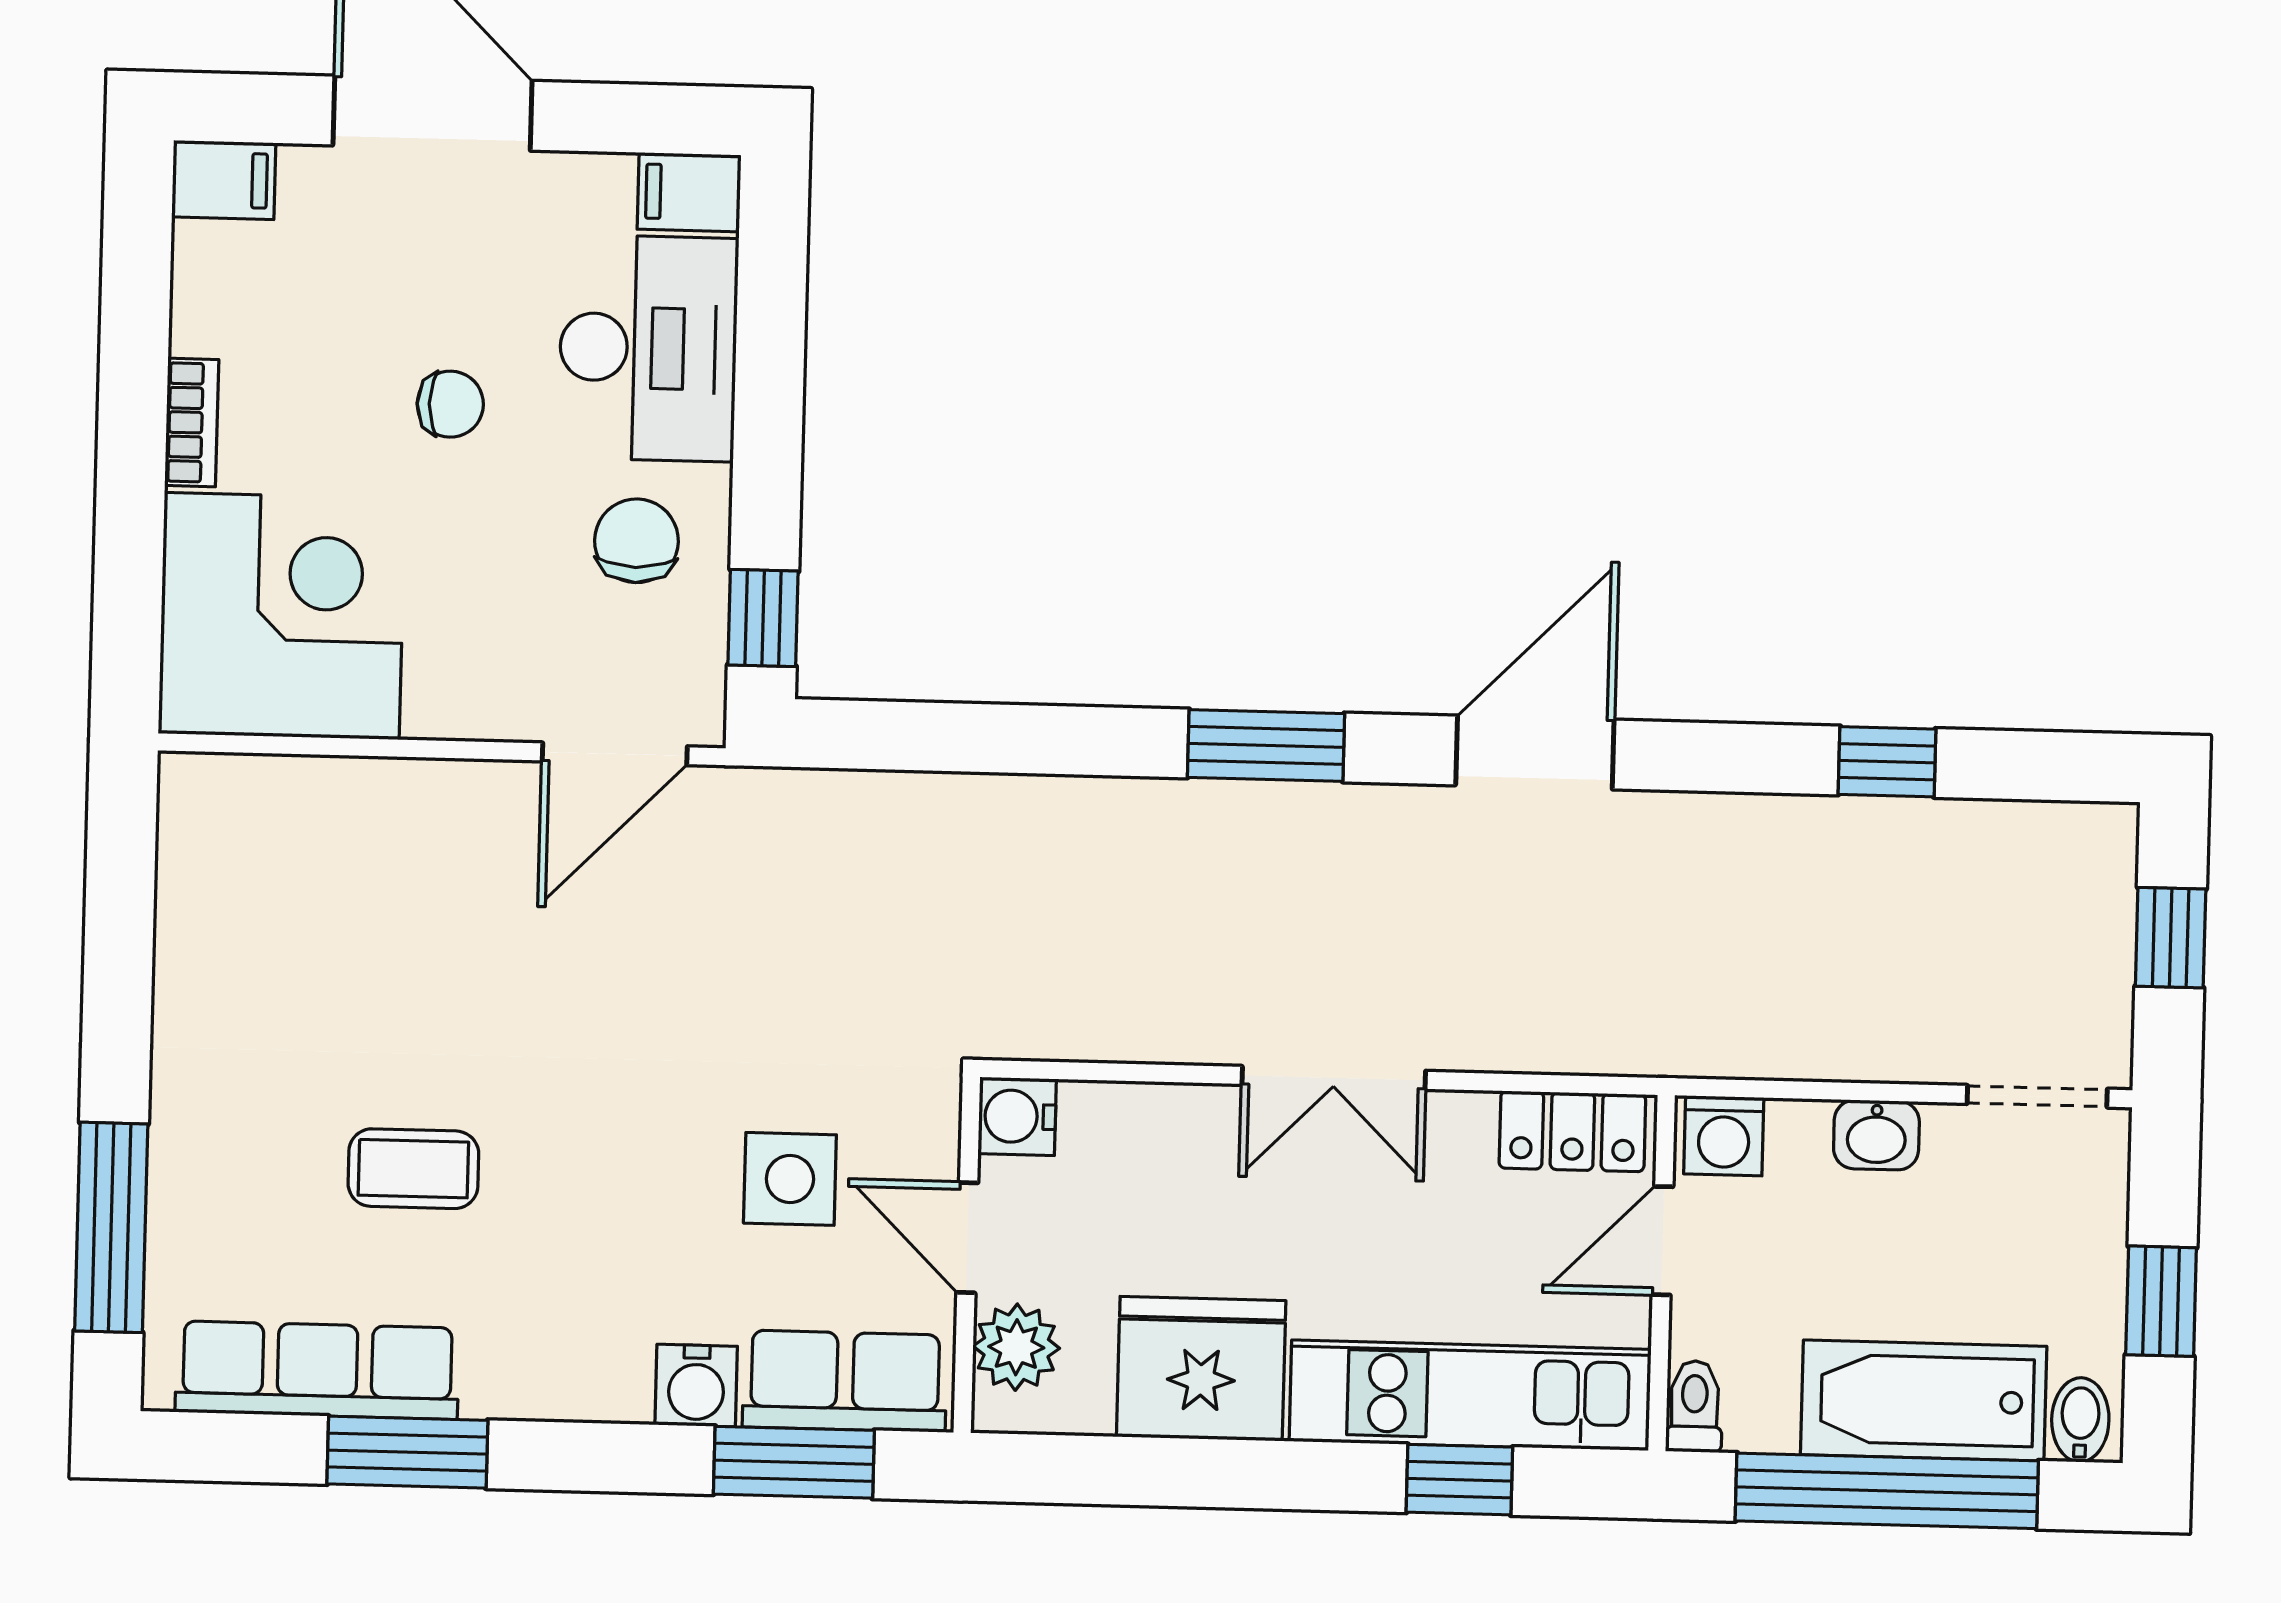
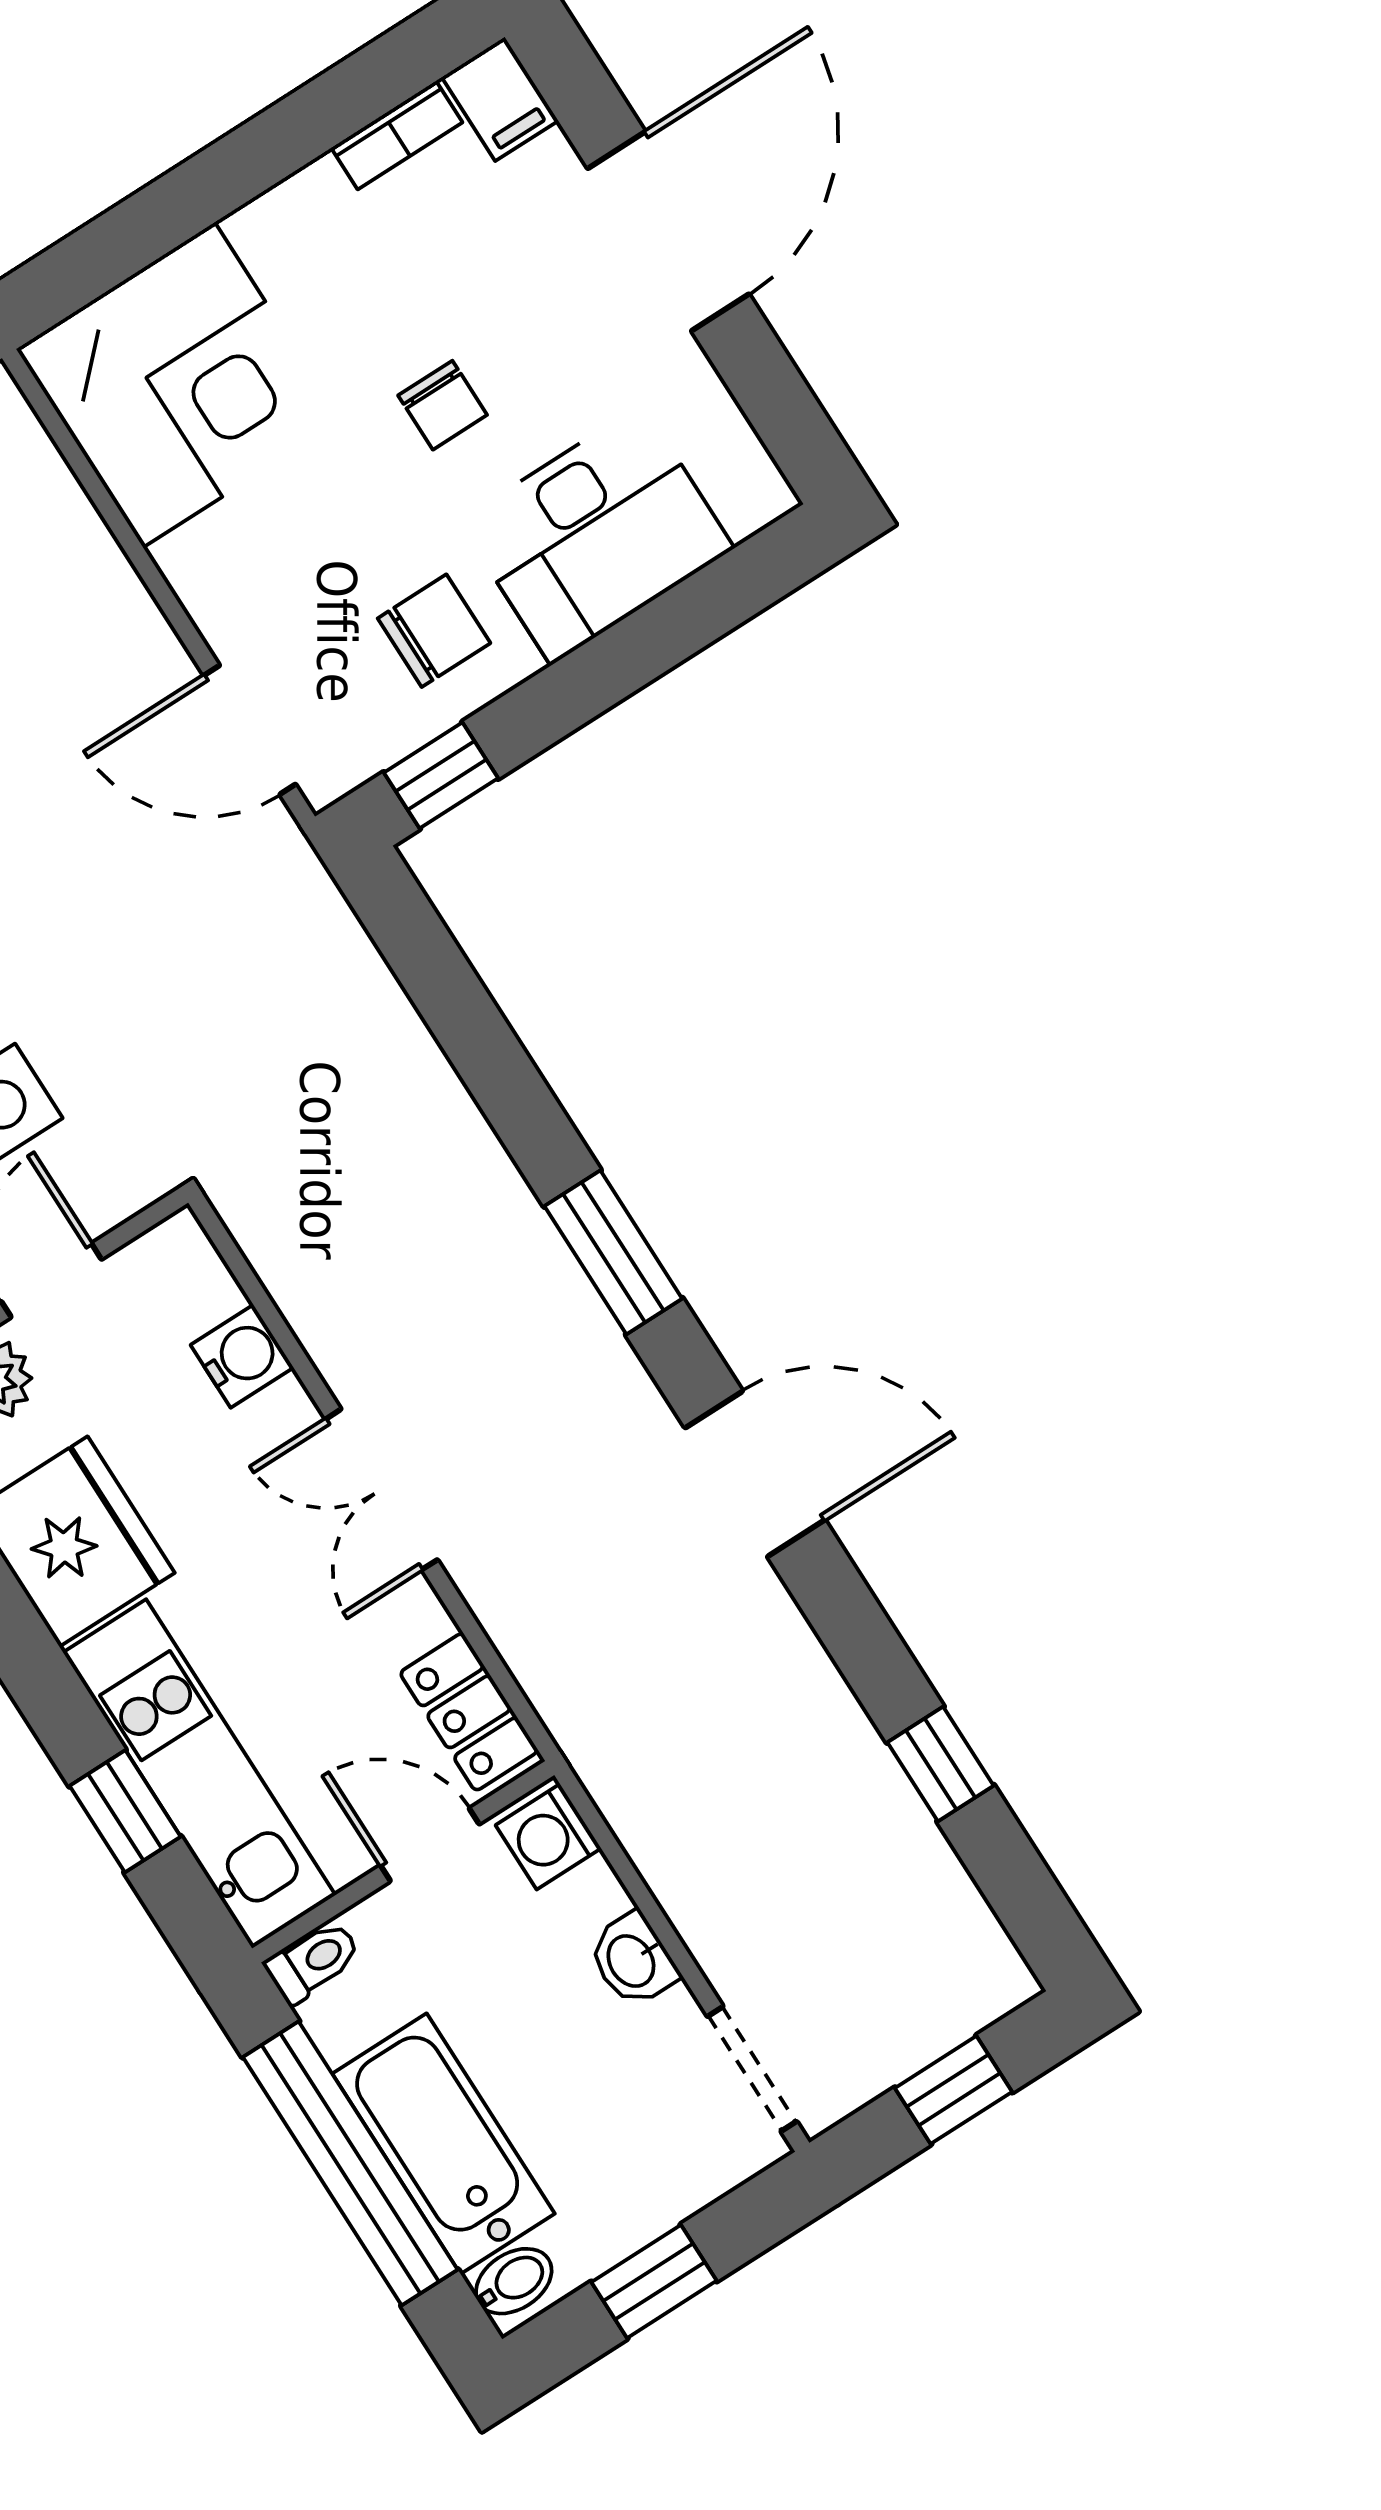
filing cabinet: (689, 192) -> (745, 482), removed
bookcase: (192, 423) -> (397, 135), moved
water cooler: (1017, 1116) -> (242, 1356), moved, turned 90

